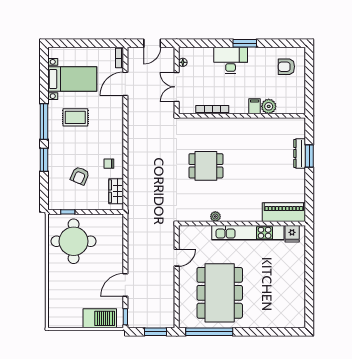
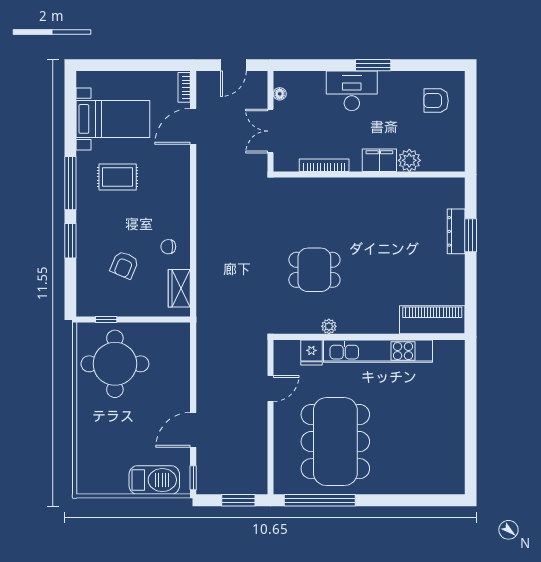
filing cabinet: (255, 106) -> (379, 160), width x2.00
dining table: (206, 166) -> (314, 270), moved
fridge: (292, 234) -> (311, 352), moved

